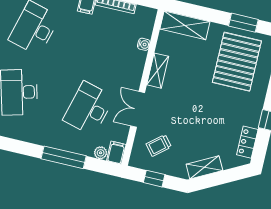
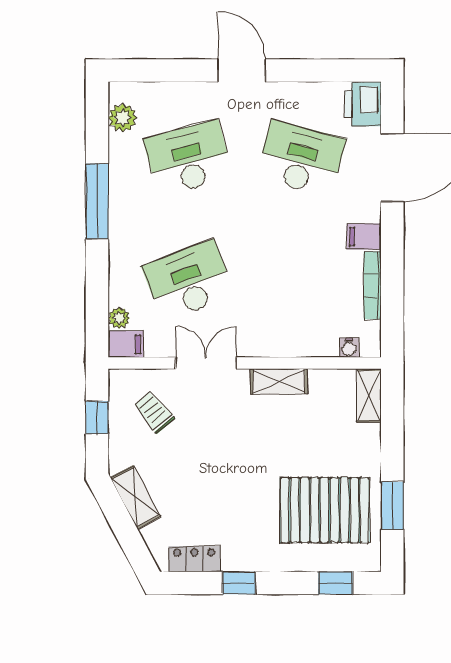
shelving: (185, 25) -> (369, 396), width x0.67, depth x0.75
water cooler: (144, 44) -> (349, 348), moved
desk: (89, 108) -> (188, 281), turned -36
window: (64, 157) -> (97, 201), moved

